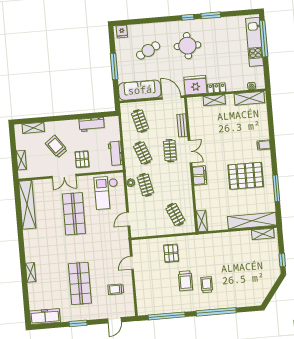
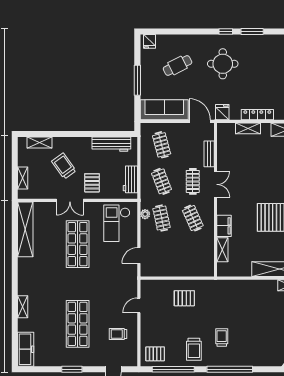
fridge: (195, 85) -> (222, 112), width x0.53, depth x0.75
locker: (217, 88) -> (257, 115), width x1.53
workbench: (92, 124) -> (111, 144), width x1.38
filing cabinet: (200, 175) -> (224, 226), moved
clothes rail: (175, 215) -> (193, 218), moved
shelving: (202, 221) -> (222, 250), moved
pallet: (171, 253) -> (184, 298), turned 90
trolley: (185, 281) -> (194, 349), moved
pallet: (150, 304) -> (155, 354), added
freezer: (45, 317) -> (26, 349), moved, turned 90

